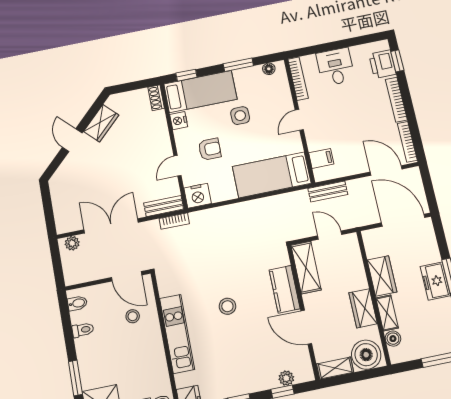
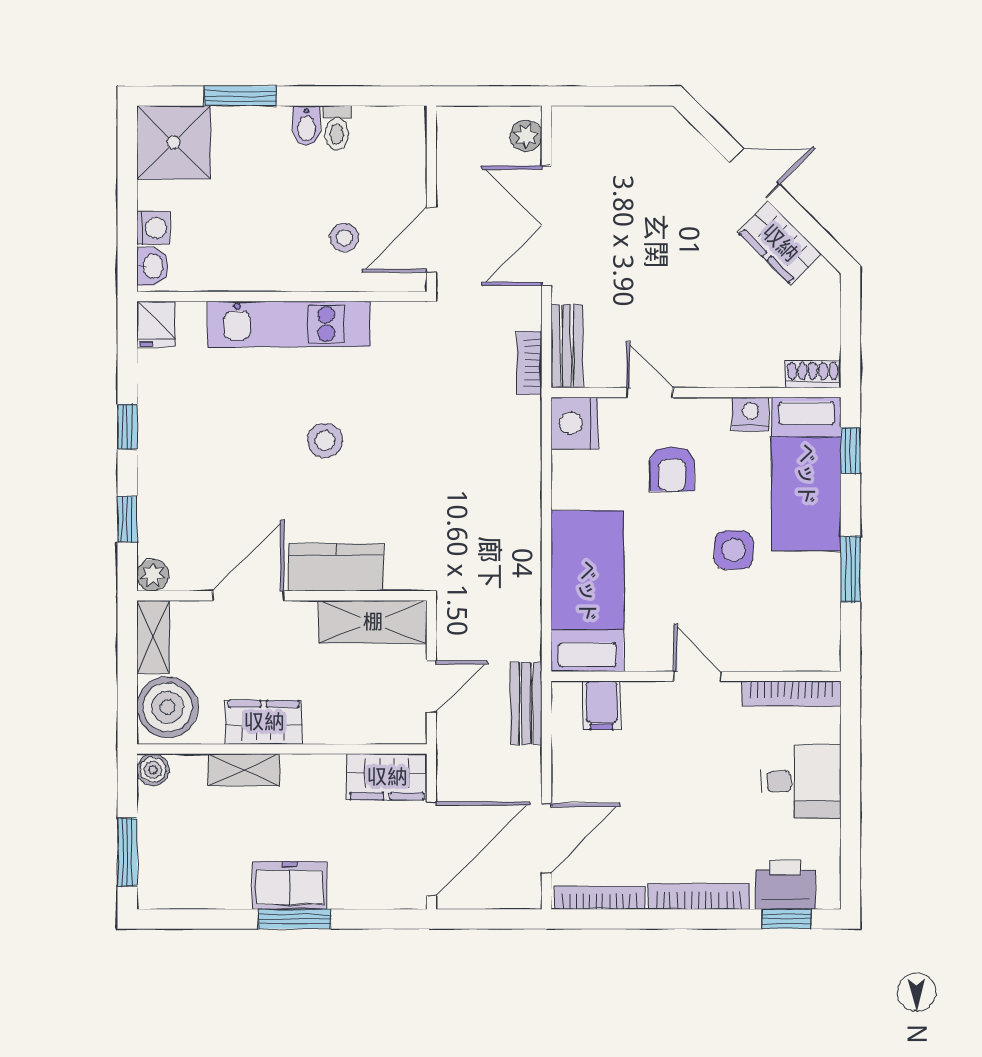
floor lamp: (269, 69) -> (827, 634), removed
double door: (111, 226) -> (546, 226), swing flipped
wardrobe: (382, 276) -> (387, 777), moved
bidet: (77, 303) -> (306, 126), moved
boiler: (393, 339) -> (153, 770), moved
plant: (286, 378) -> (153, 575), moved

